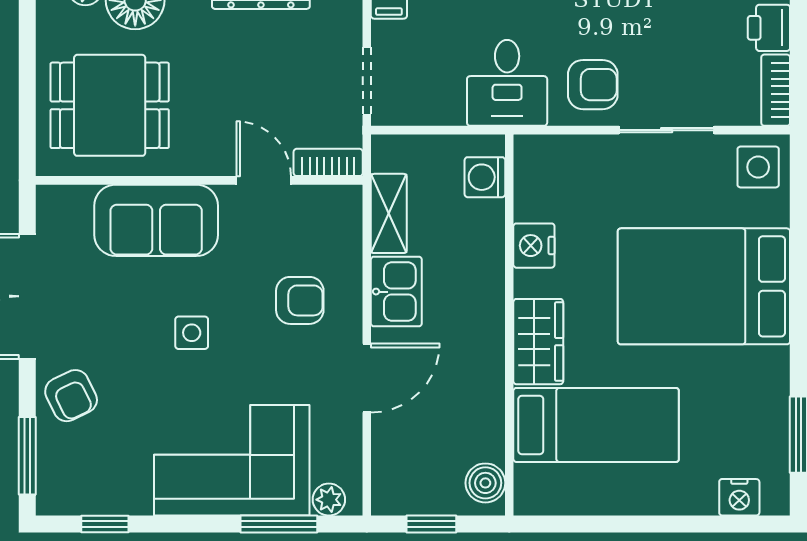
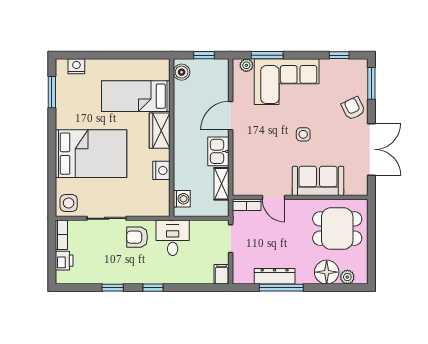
armchair: (300, 300) -> (258, 148), removed

